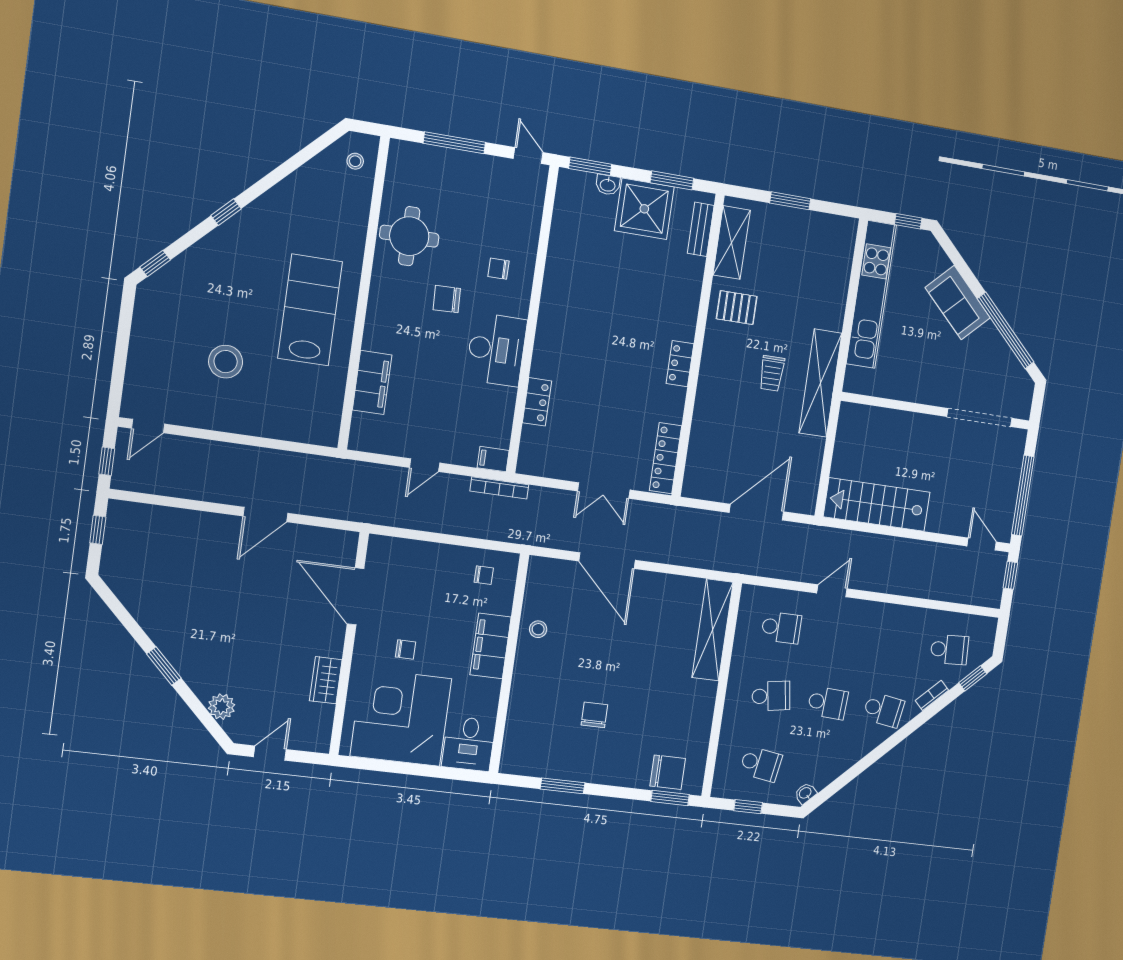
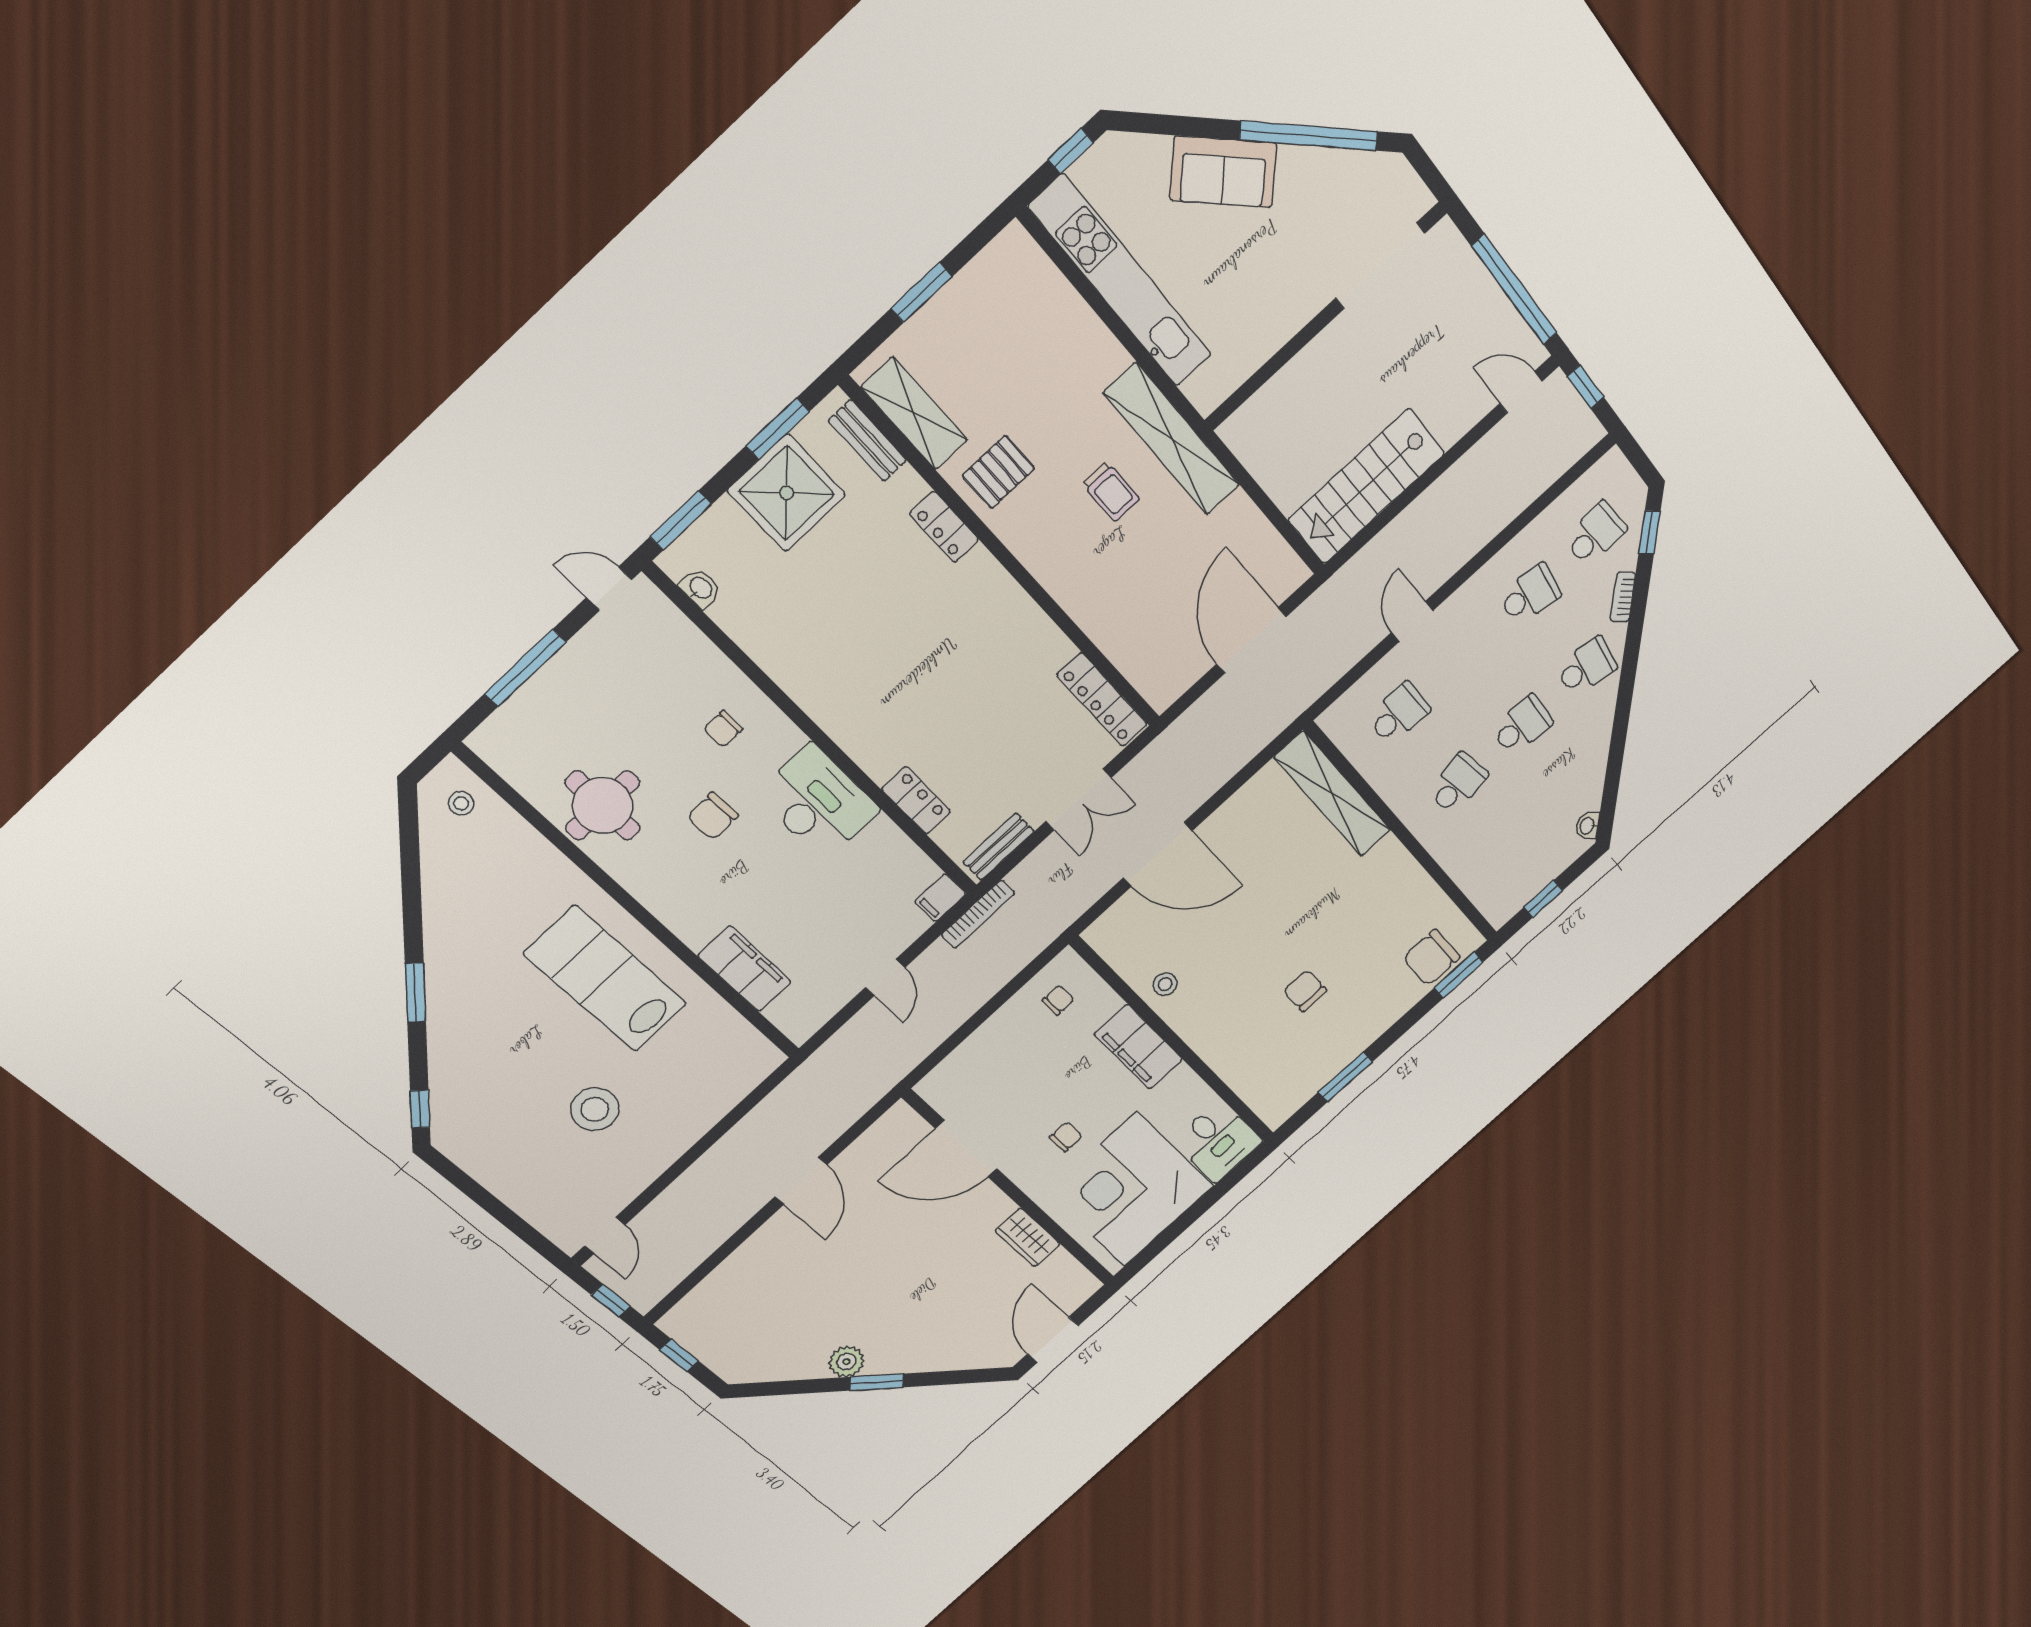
washbasin: (608, 185) -> (700, 588), moved, turned -90
window: (226, 212) -> (415, 993), width x1.50
locker: (680, 364) -> (944, 527), moved
bench: (545, 468) -> (999, 847), added
plant: (222, 707) -> (846, 1362), moved
door: (270, 753) -> (1053, 1340), width x1.38
school desk: (761, 764) -> (1530, 594), moved
chair: (668, 772) -> (1432, 958), turned 180

